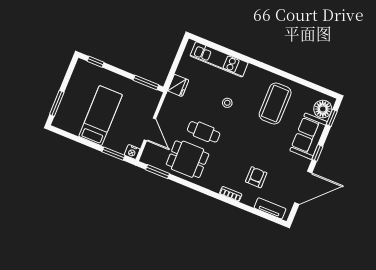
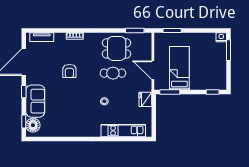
coffee table: (275, 103) -> (69, 115), removed
bed: (101, 116) -> (179, 68), moved, turned 180
door: (150, 129) -> (153, 70), moved
nightstand: (132, 152) -> (221, 37), moved
armchair: (256, 177) -> (69, 71), moved

